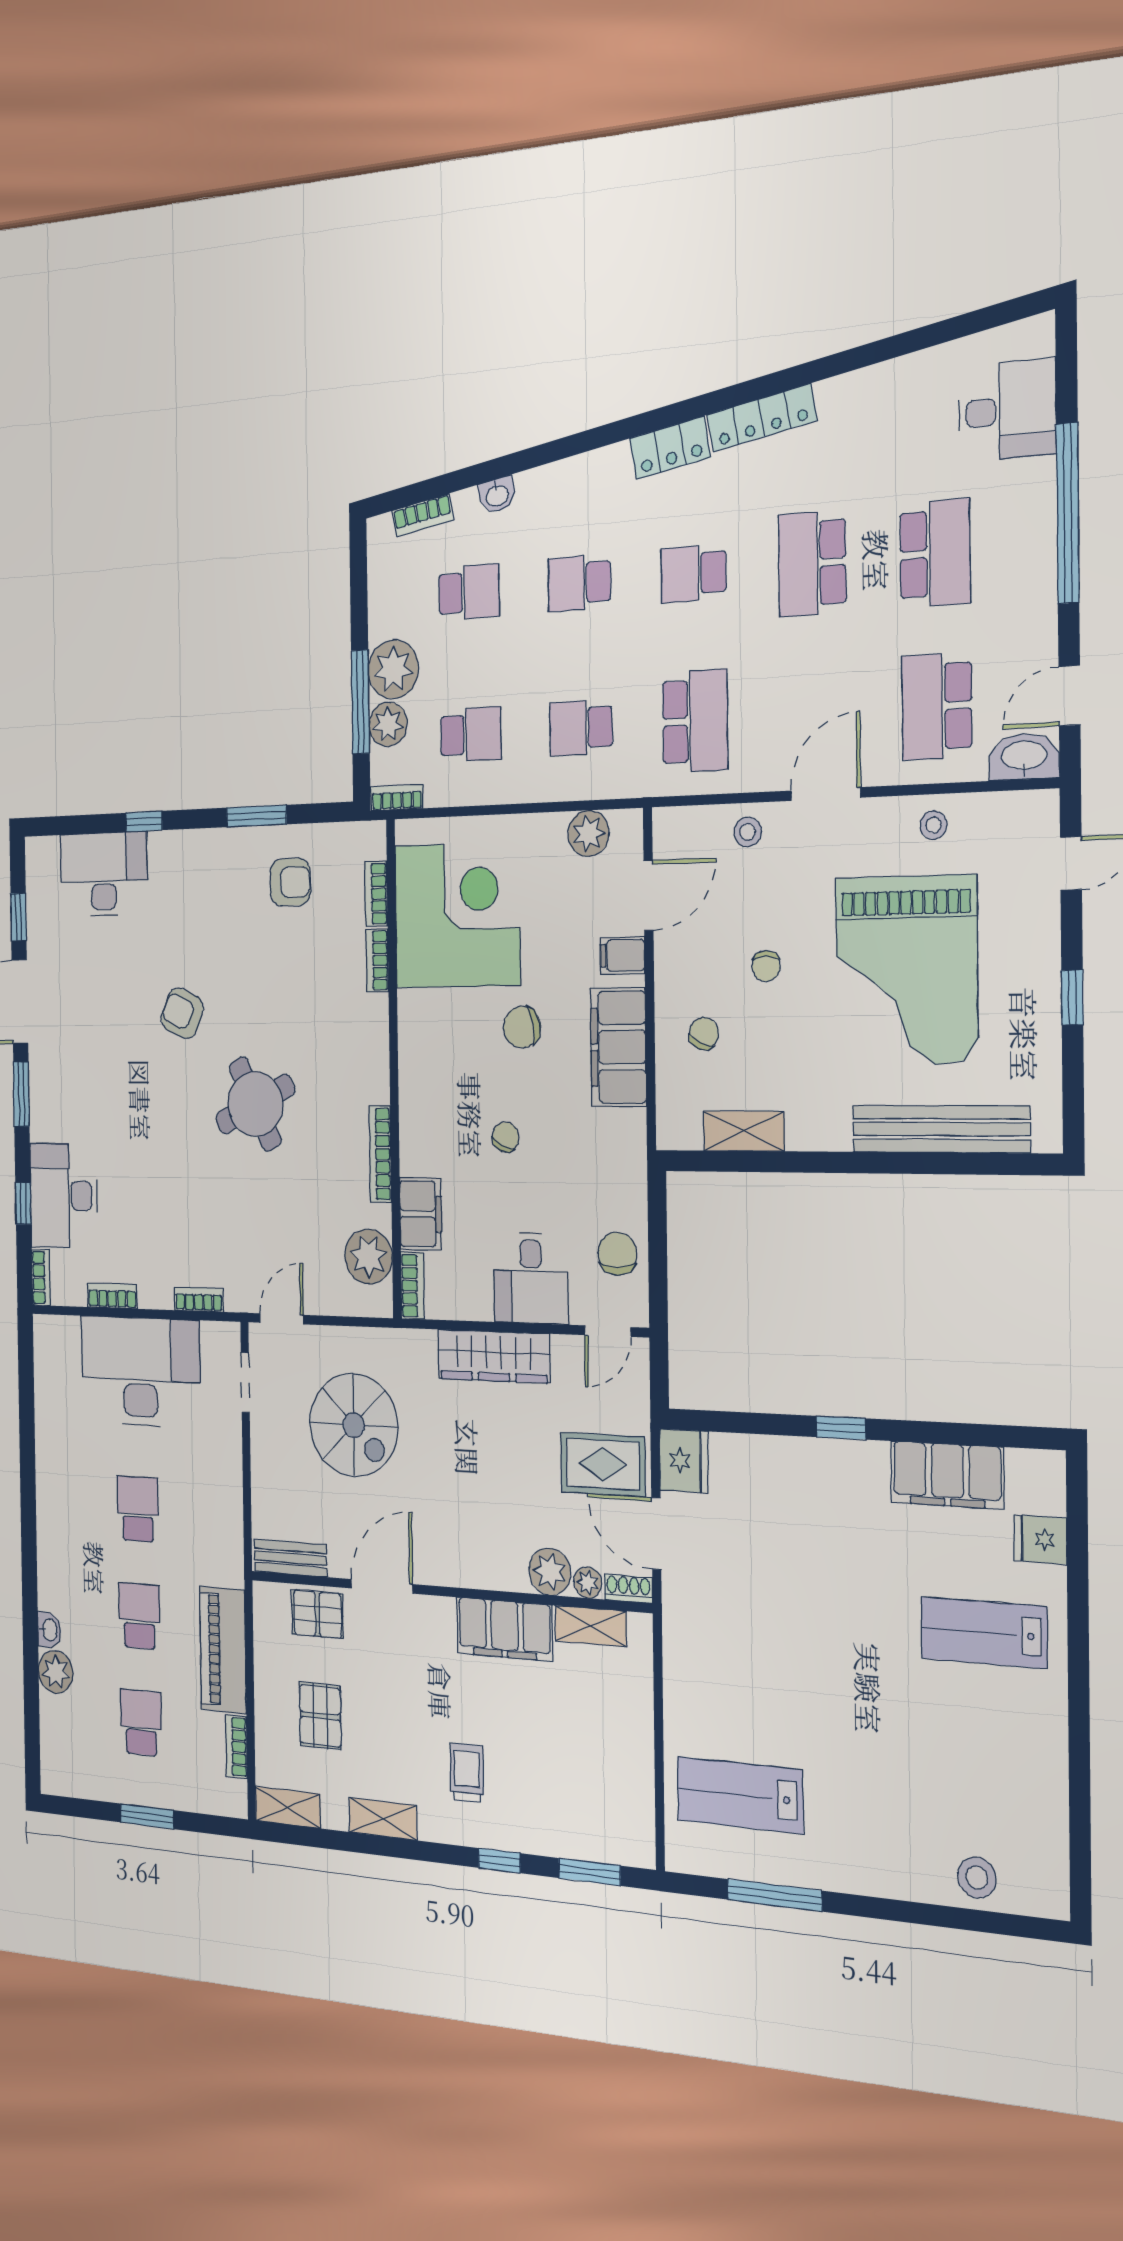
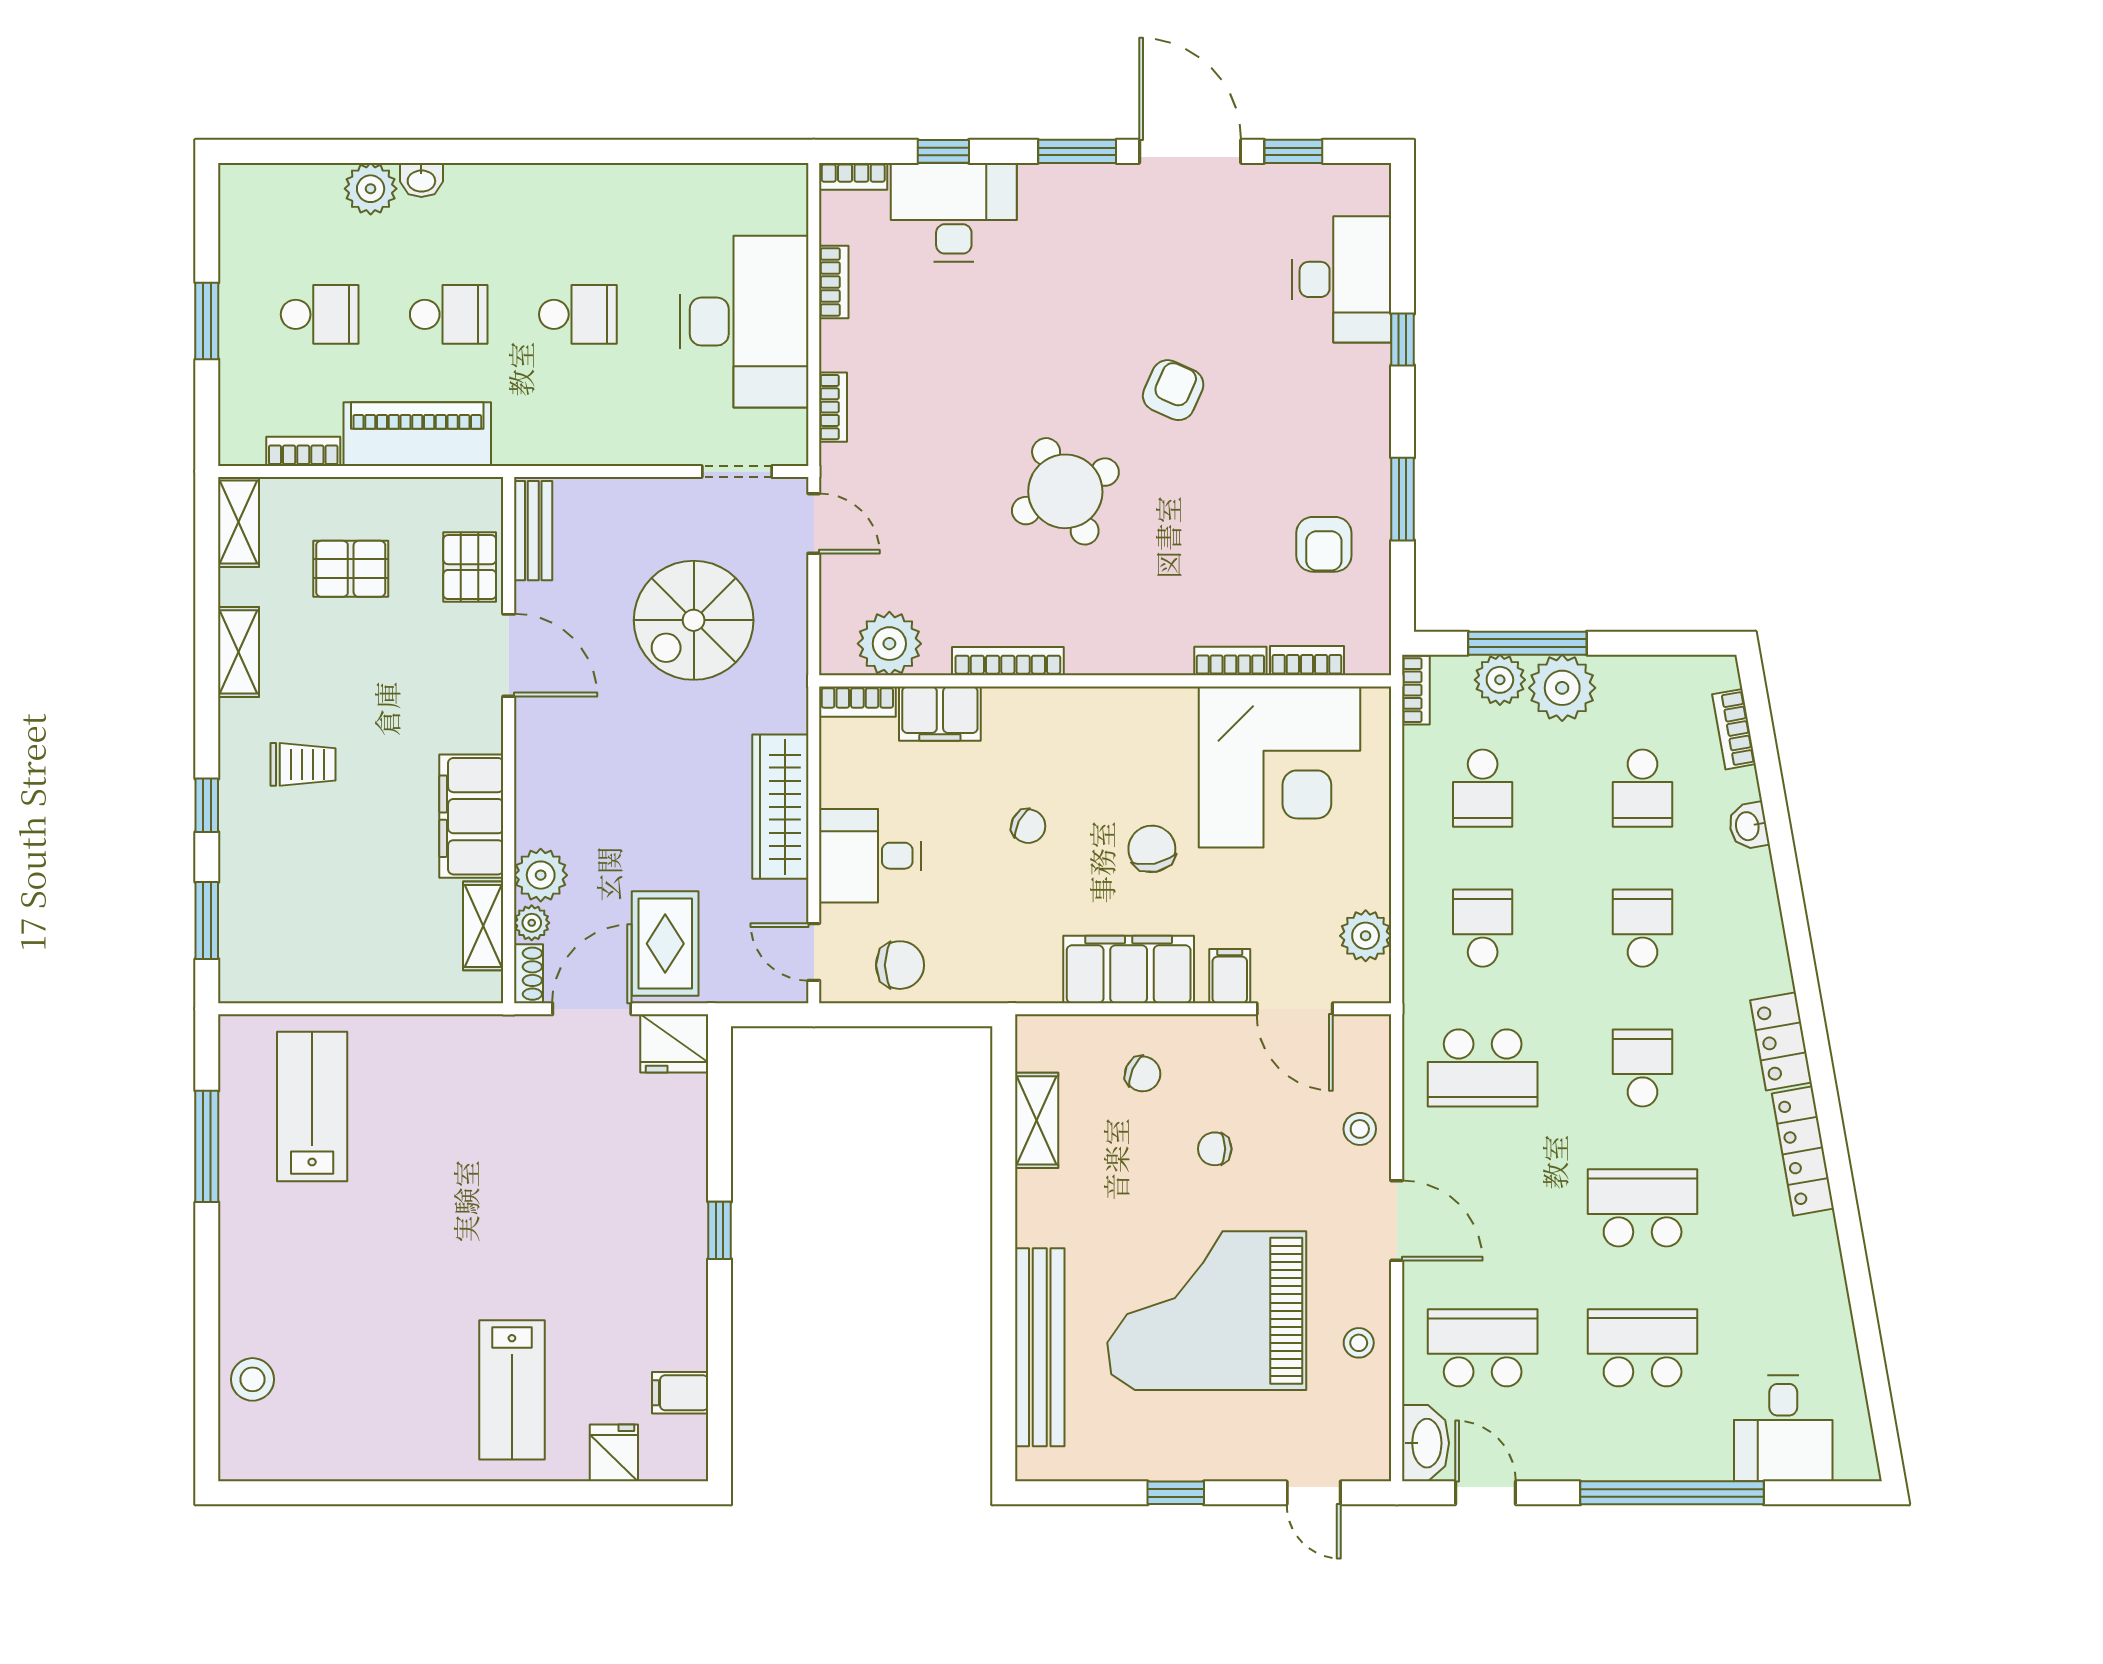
school desk: (935, 553) -> (1643, 1348), turned 180
filing cabinet: (947, 1475) -> (680, 1393), width x0.33, depth x0.86
lab bench: (984, 1633) -> (512, 1390), turned 180

